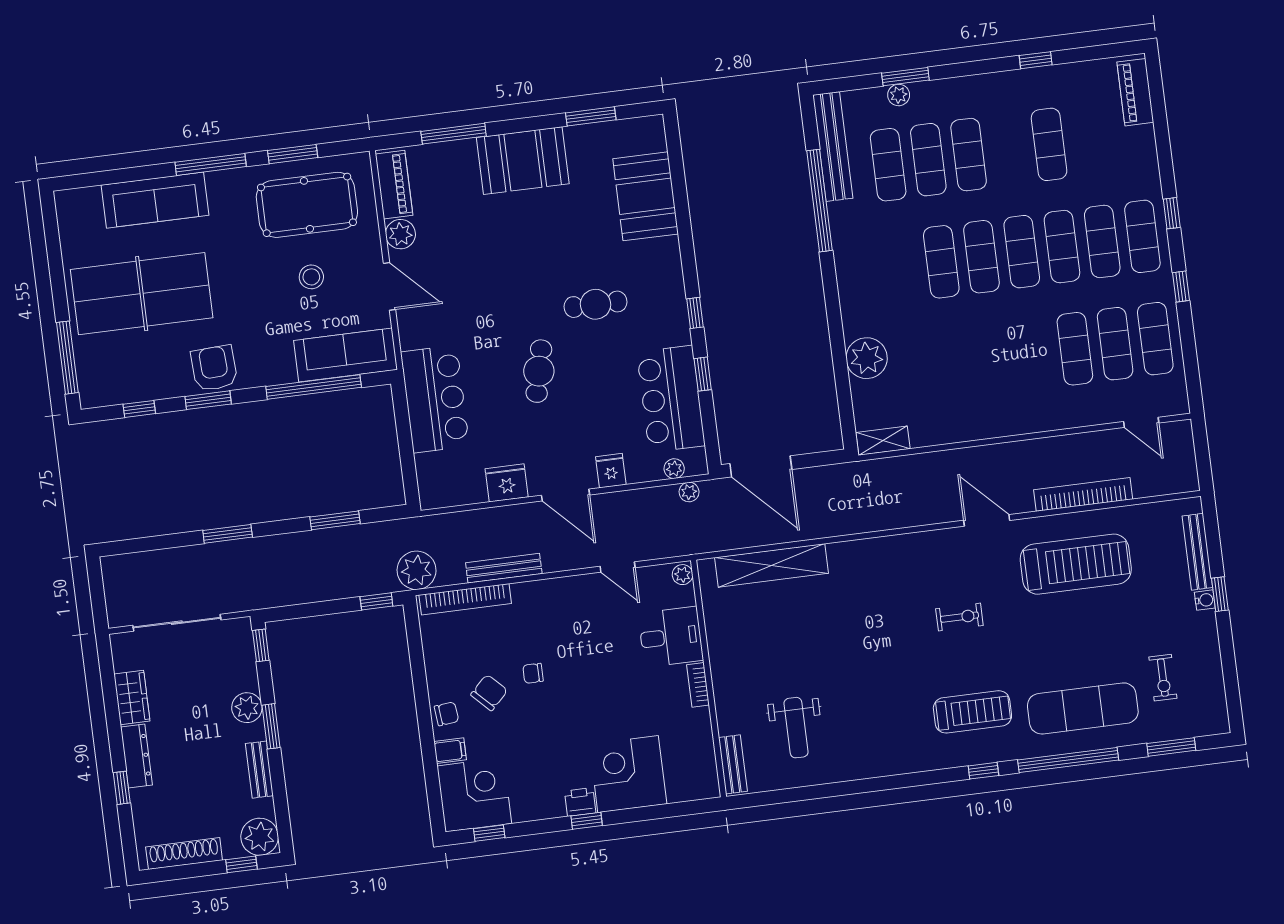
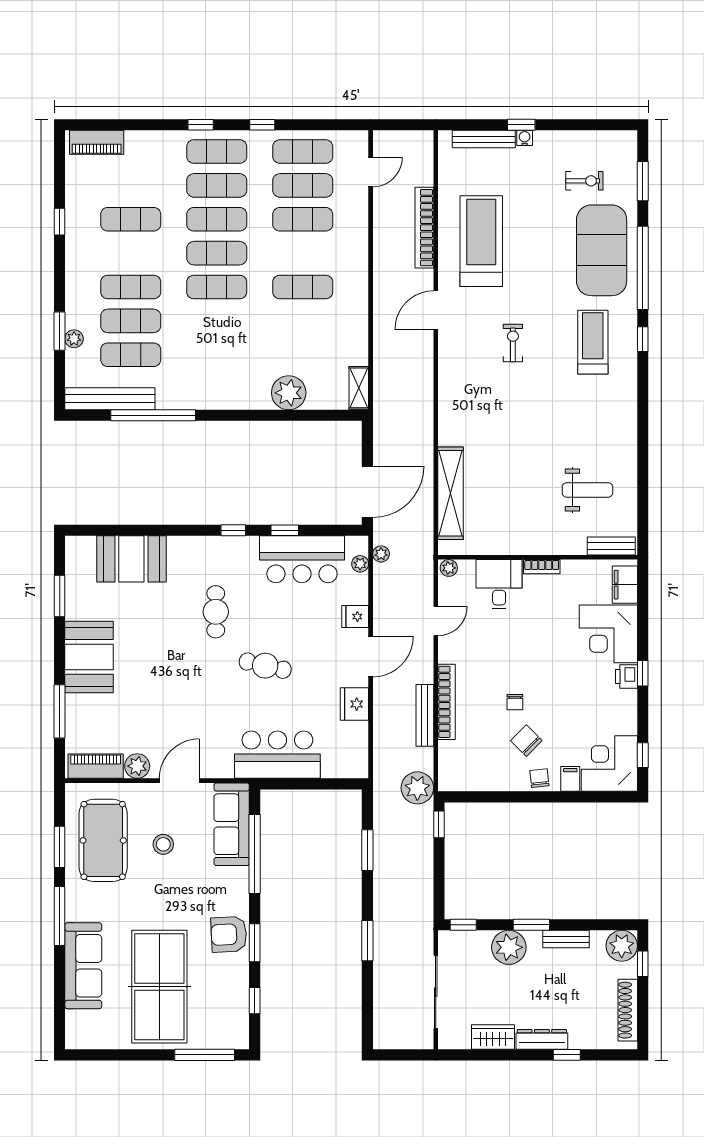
exercise mat: (941, 262) -> (303, 287), moved
bookcase: (465, 599) -> (446, 702), moved
plant: (247, 708) -> (509, 947), width x1.36, depth x1.36
exercise mat: (1083, 708) -> (602, 250), width x1.47
filing cabinet: (689, 786) -> (625, 585), added

